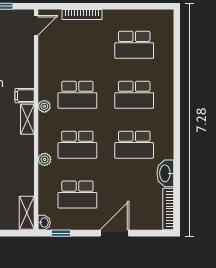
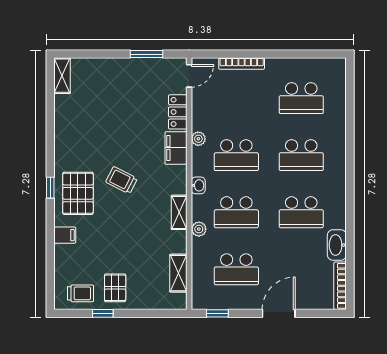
locker: (26, 57) -> (178, 112), added
filing cabinet: (25, 96) -> (176, 148), width x2.00
plant: (44, 106) -> (198, 139), moved
shelving: (27, 119) -> (179, 212), moved
shelving: (27, 213) -> (178, 273), moved
washbasin: (44, 223) -> (198, 185), moved

